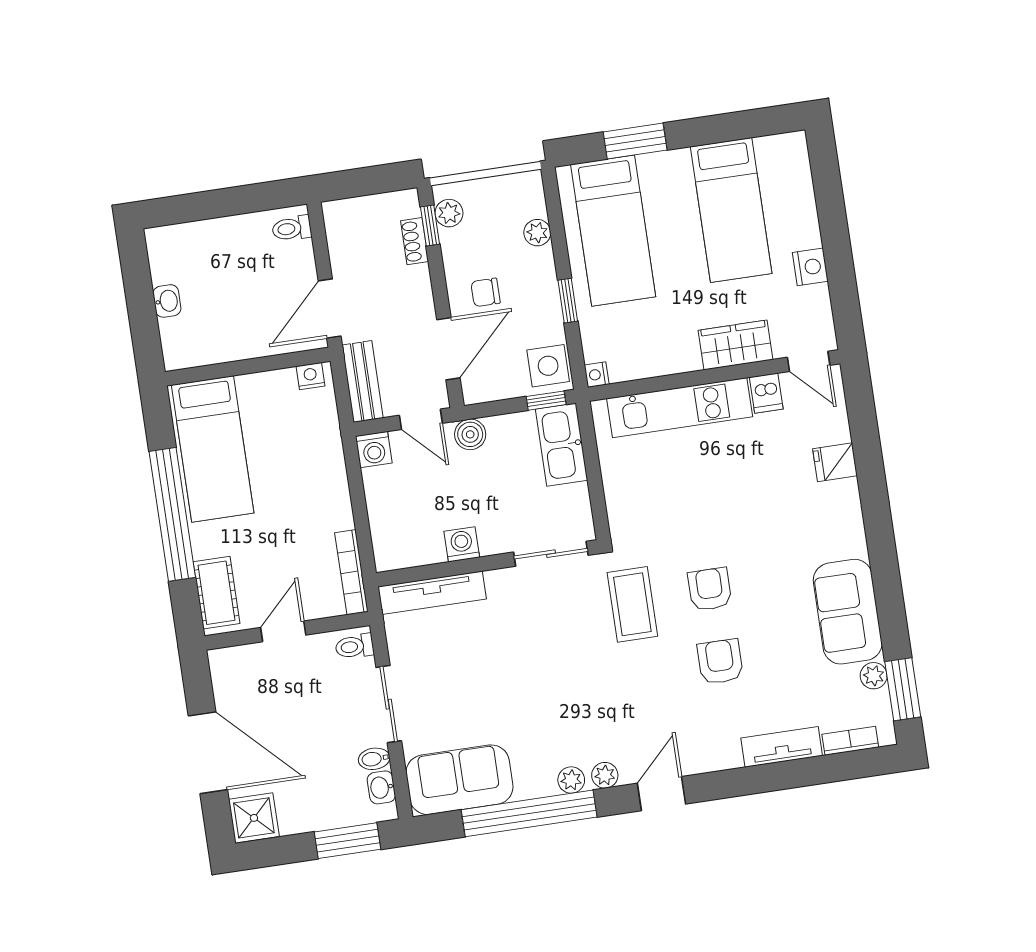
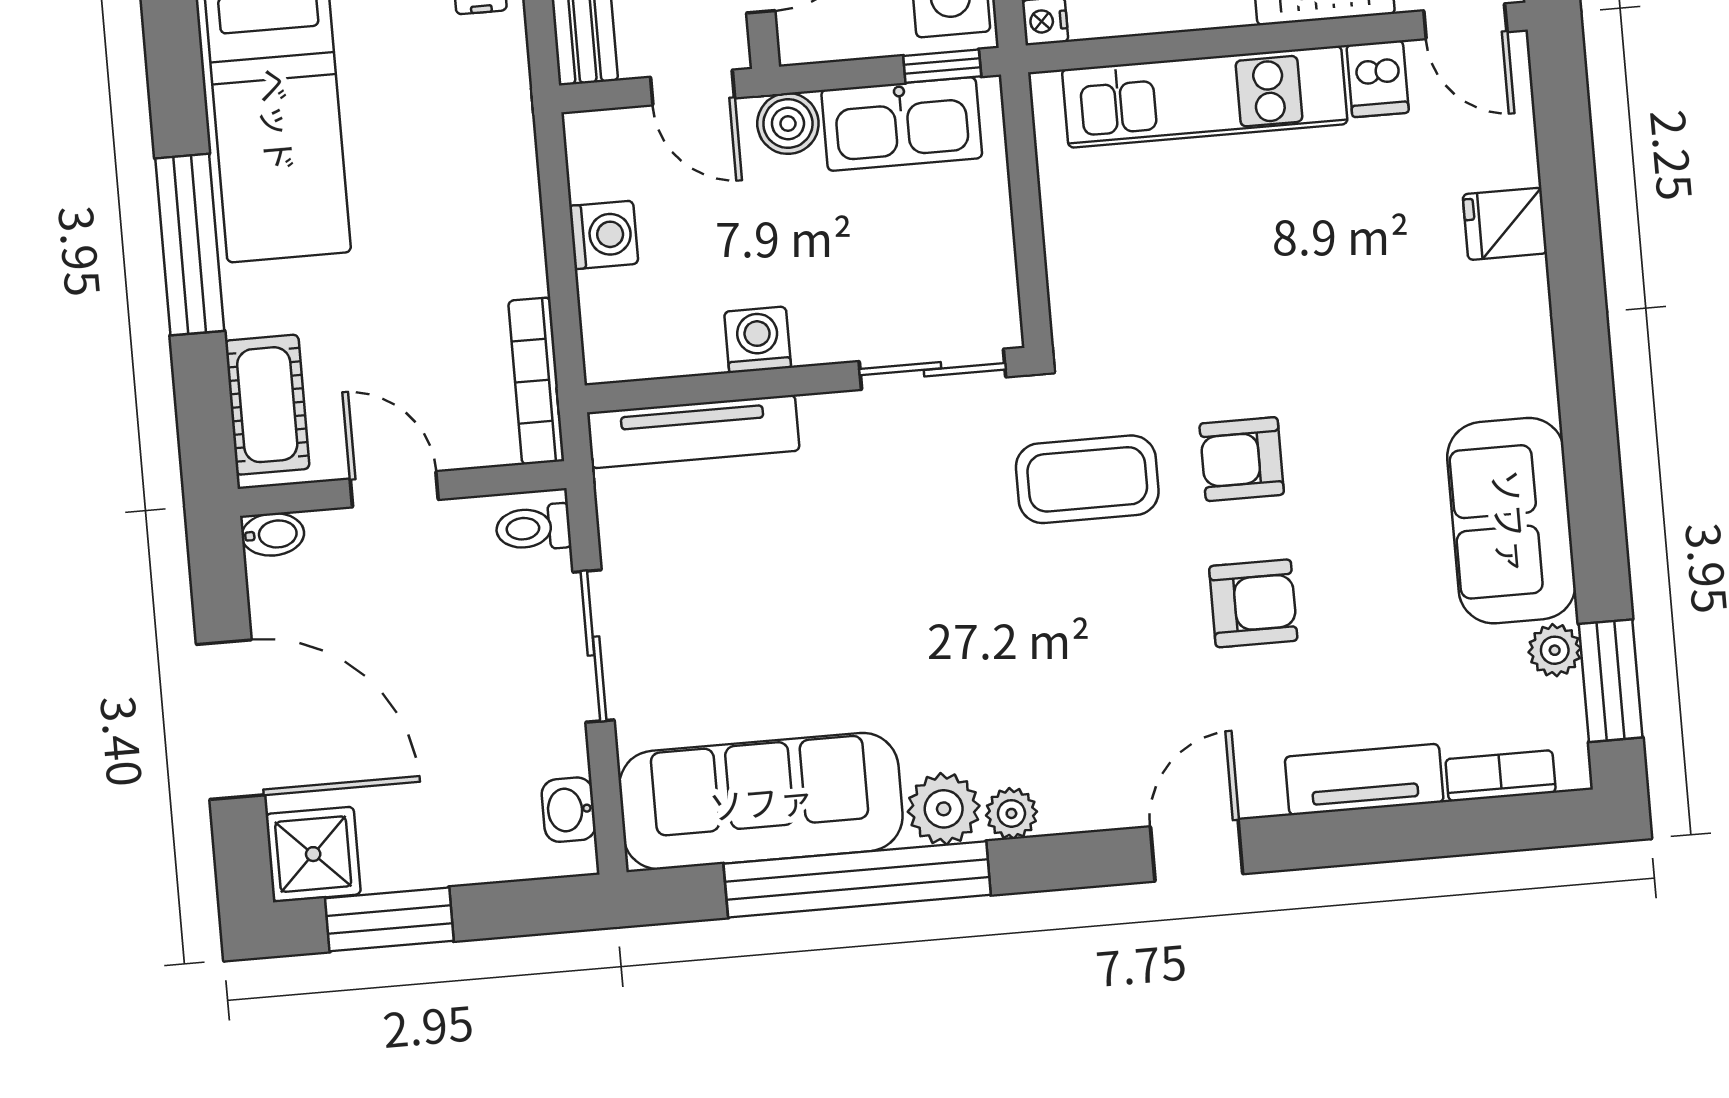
kitchen sink: (562, 445) -> (902, 124), moved, turned -90
washing machine: (374, 449) -> (604, 235), moved, turned -90
window: (172, 514) -> (190, 245), width x0.68
armchair: (710, 589) -> (1242, 459), turned -90
coffee table: (632, 604) -> (1087, 479), turned 90
door: (283, 631) -> (394, 489), hinge flipped
armchair: (720, 662) -> (1253, 603), turned 90
bidet: (374, 759) -> (273, 534), moved, turned 180
sofa: (459, 780) -> (761, 801), width x1.36
plant: (571, 780) -> (944, 809), width x1.38, depth x1.38
door: (661, 794) -> (1197, 850), moved
window: (347, 841) -> (389, 919), moved

